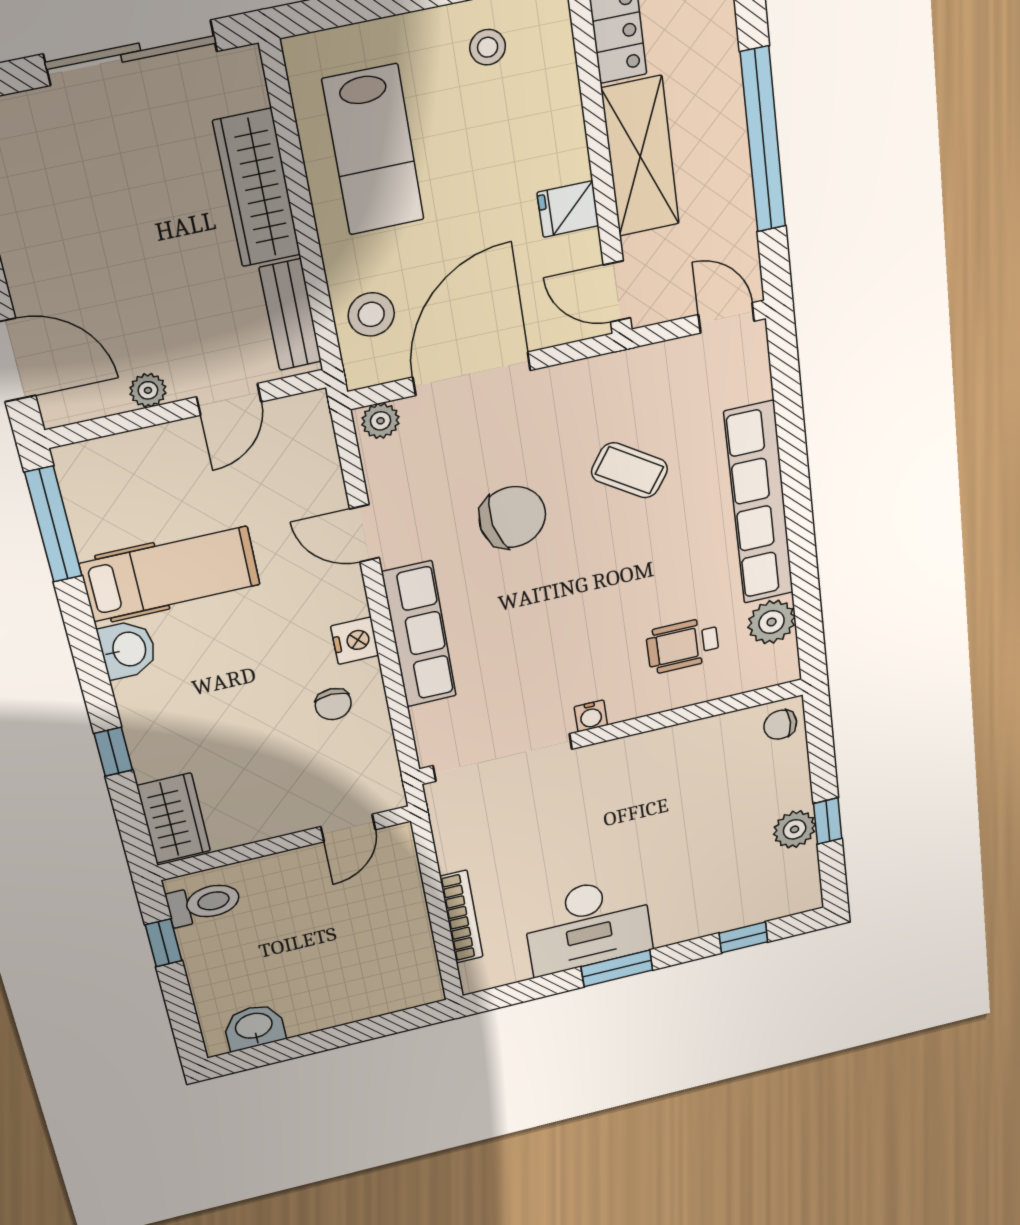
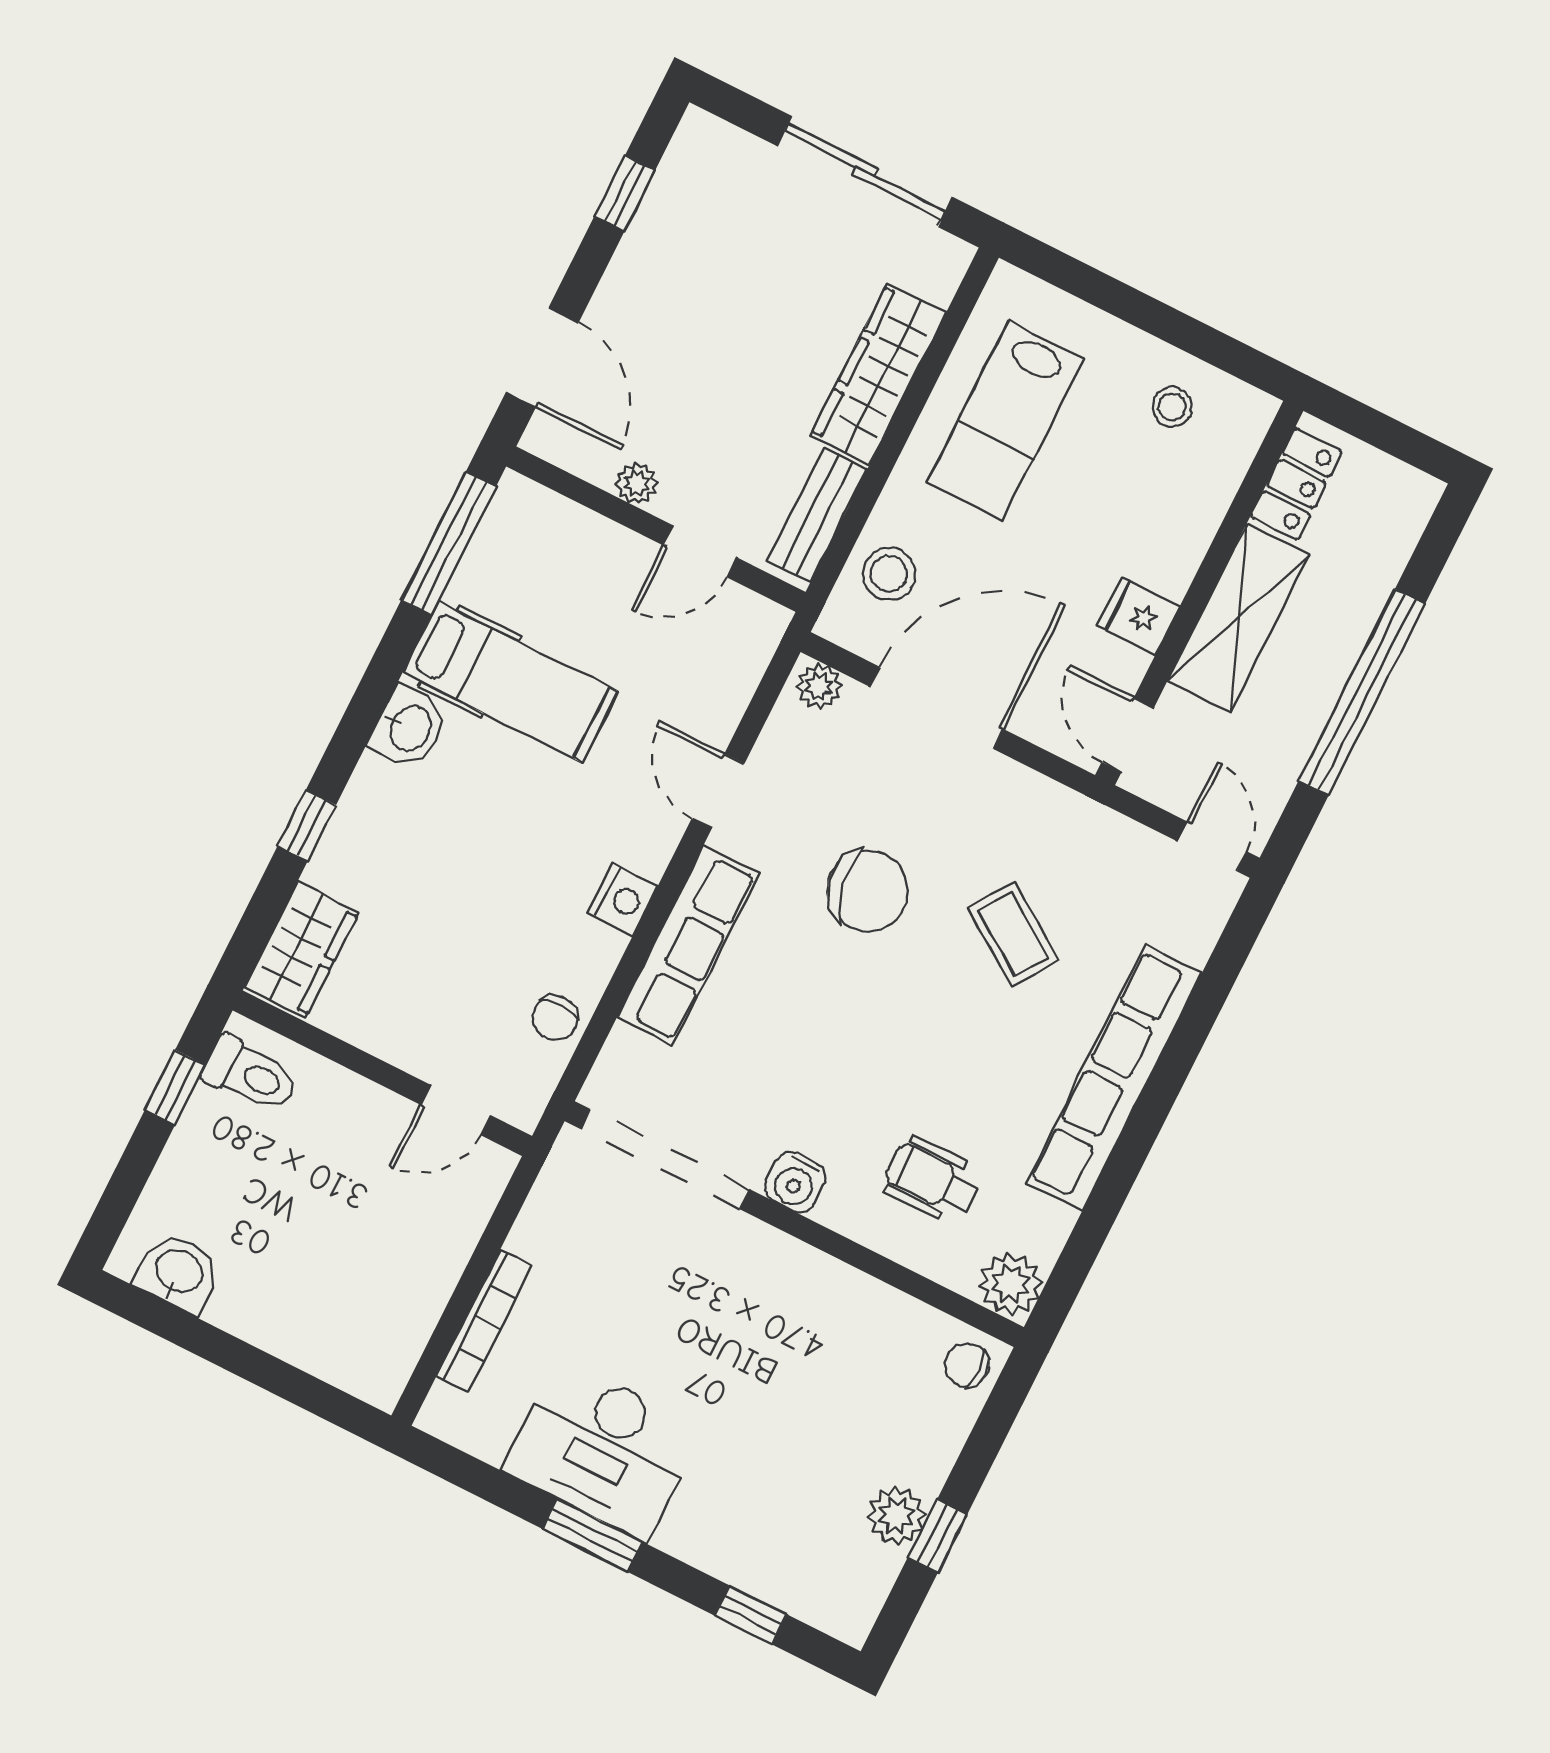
plant: (772, 622) -> (1010, 1284), moved
chair: (333, 704) -> (555, 1018), moved
water cooler: (591, 716) -> (795, 1182), width x1.38, depth x1.38

